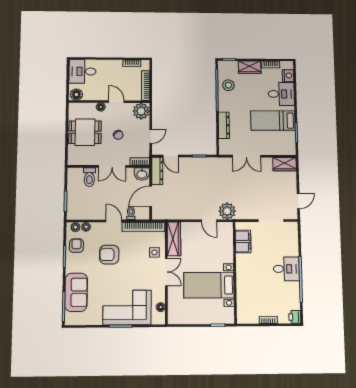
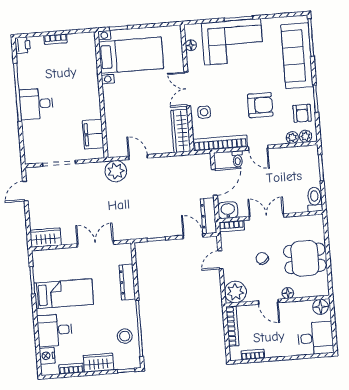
toilet: (89, 177) -> (315, 199), moved
bed with nightstands: (209, 285) -> (131, 55), moved
sofa: (76, 292) -> (297, 56), width x1.36

